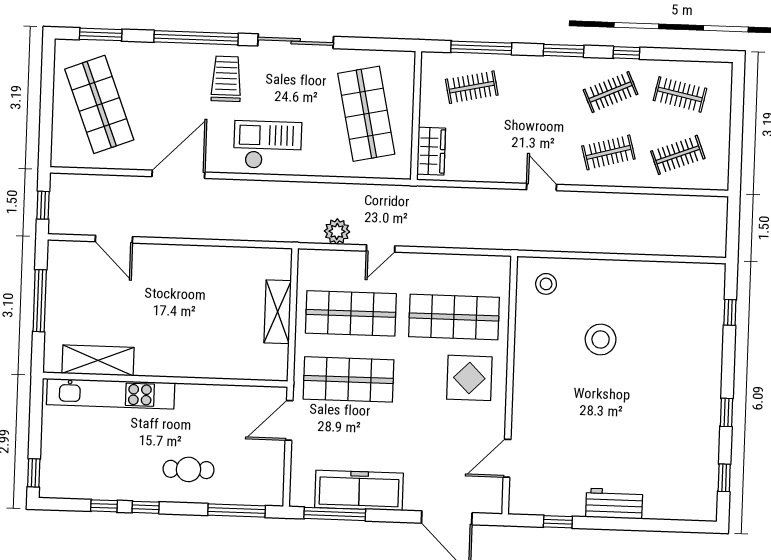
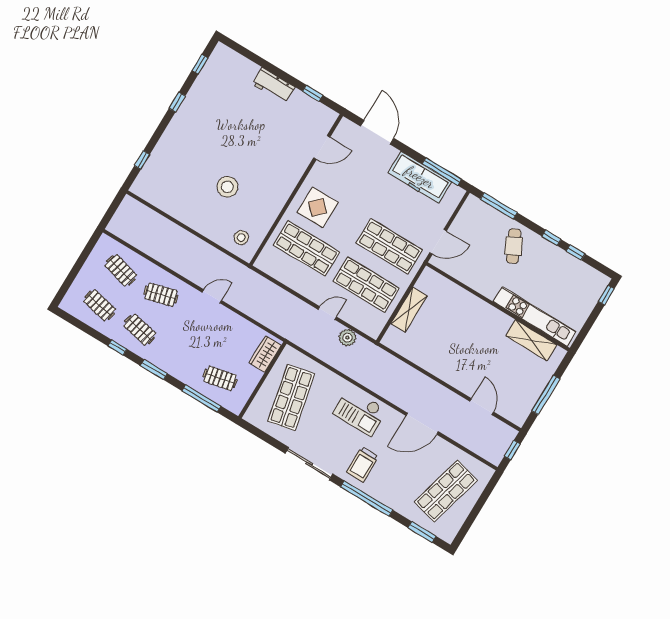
clothes rail: (611, 92) -> (140, 330), turned 36
shop shelf: (99, 104) -> (446, 491), turned 36
clothes rail: (678, 155) -> (121, 270), turned 36
door: (542, 187) -> (212, 296), swing flipped
cafe table: (189, 469) -> (514, 246), turned 64

